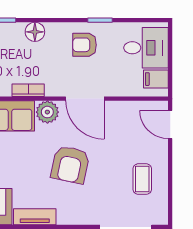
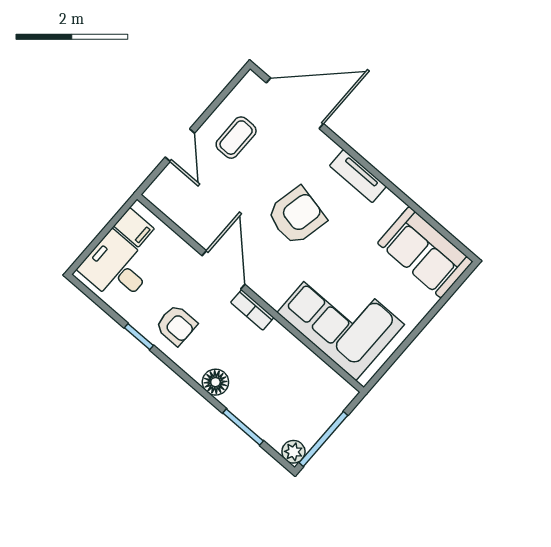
bookcase: (28, 90) -> (252, 310), moved
plant: (47, 112) -> (274, 289), removed
door: (170, 125) -> (180, 145), moved
tv unit: (35, 217) -> (358, 176), moved

